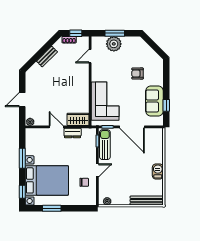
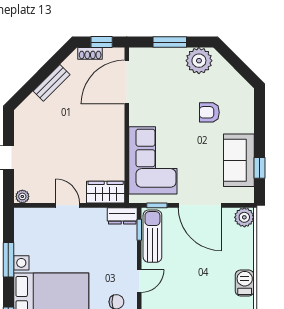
plant: (114, 44) -> (199, 61), moved
door: (90, 56) -> (127, 82), width x1.88
dresser: (73, 133) -> (122, 216), moved
plant: (158, 134) -> (244, 217), added

